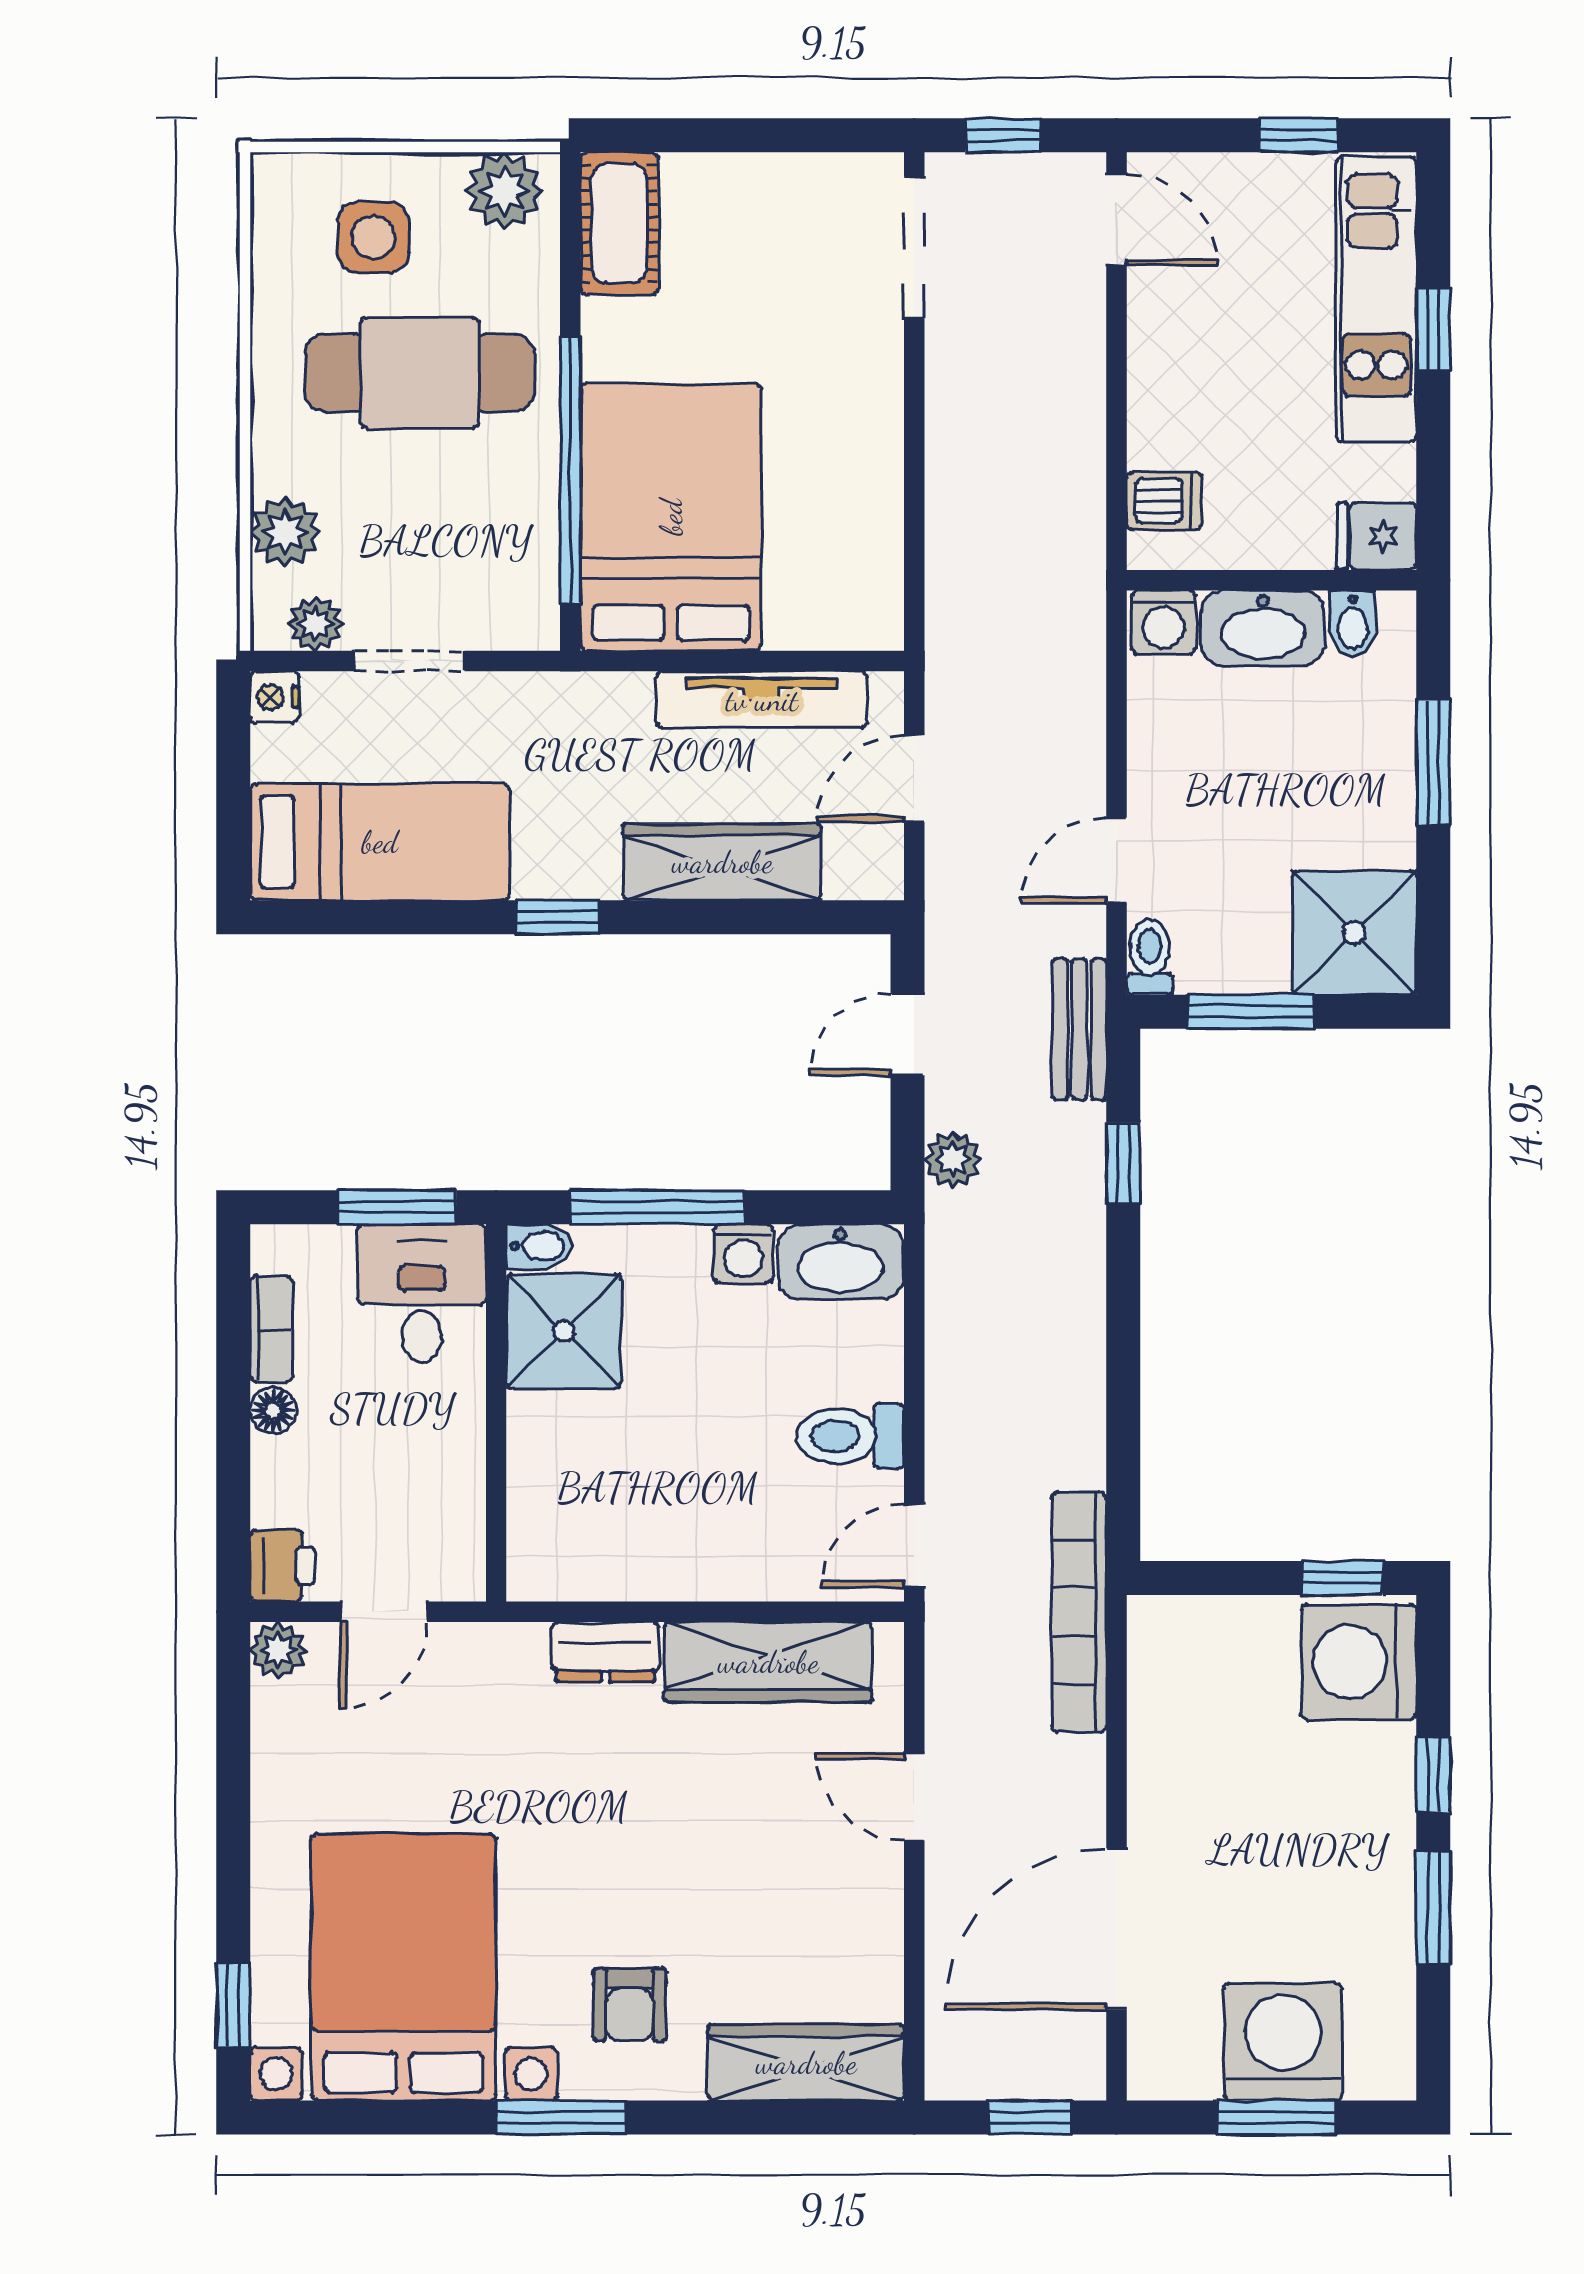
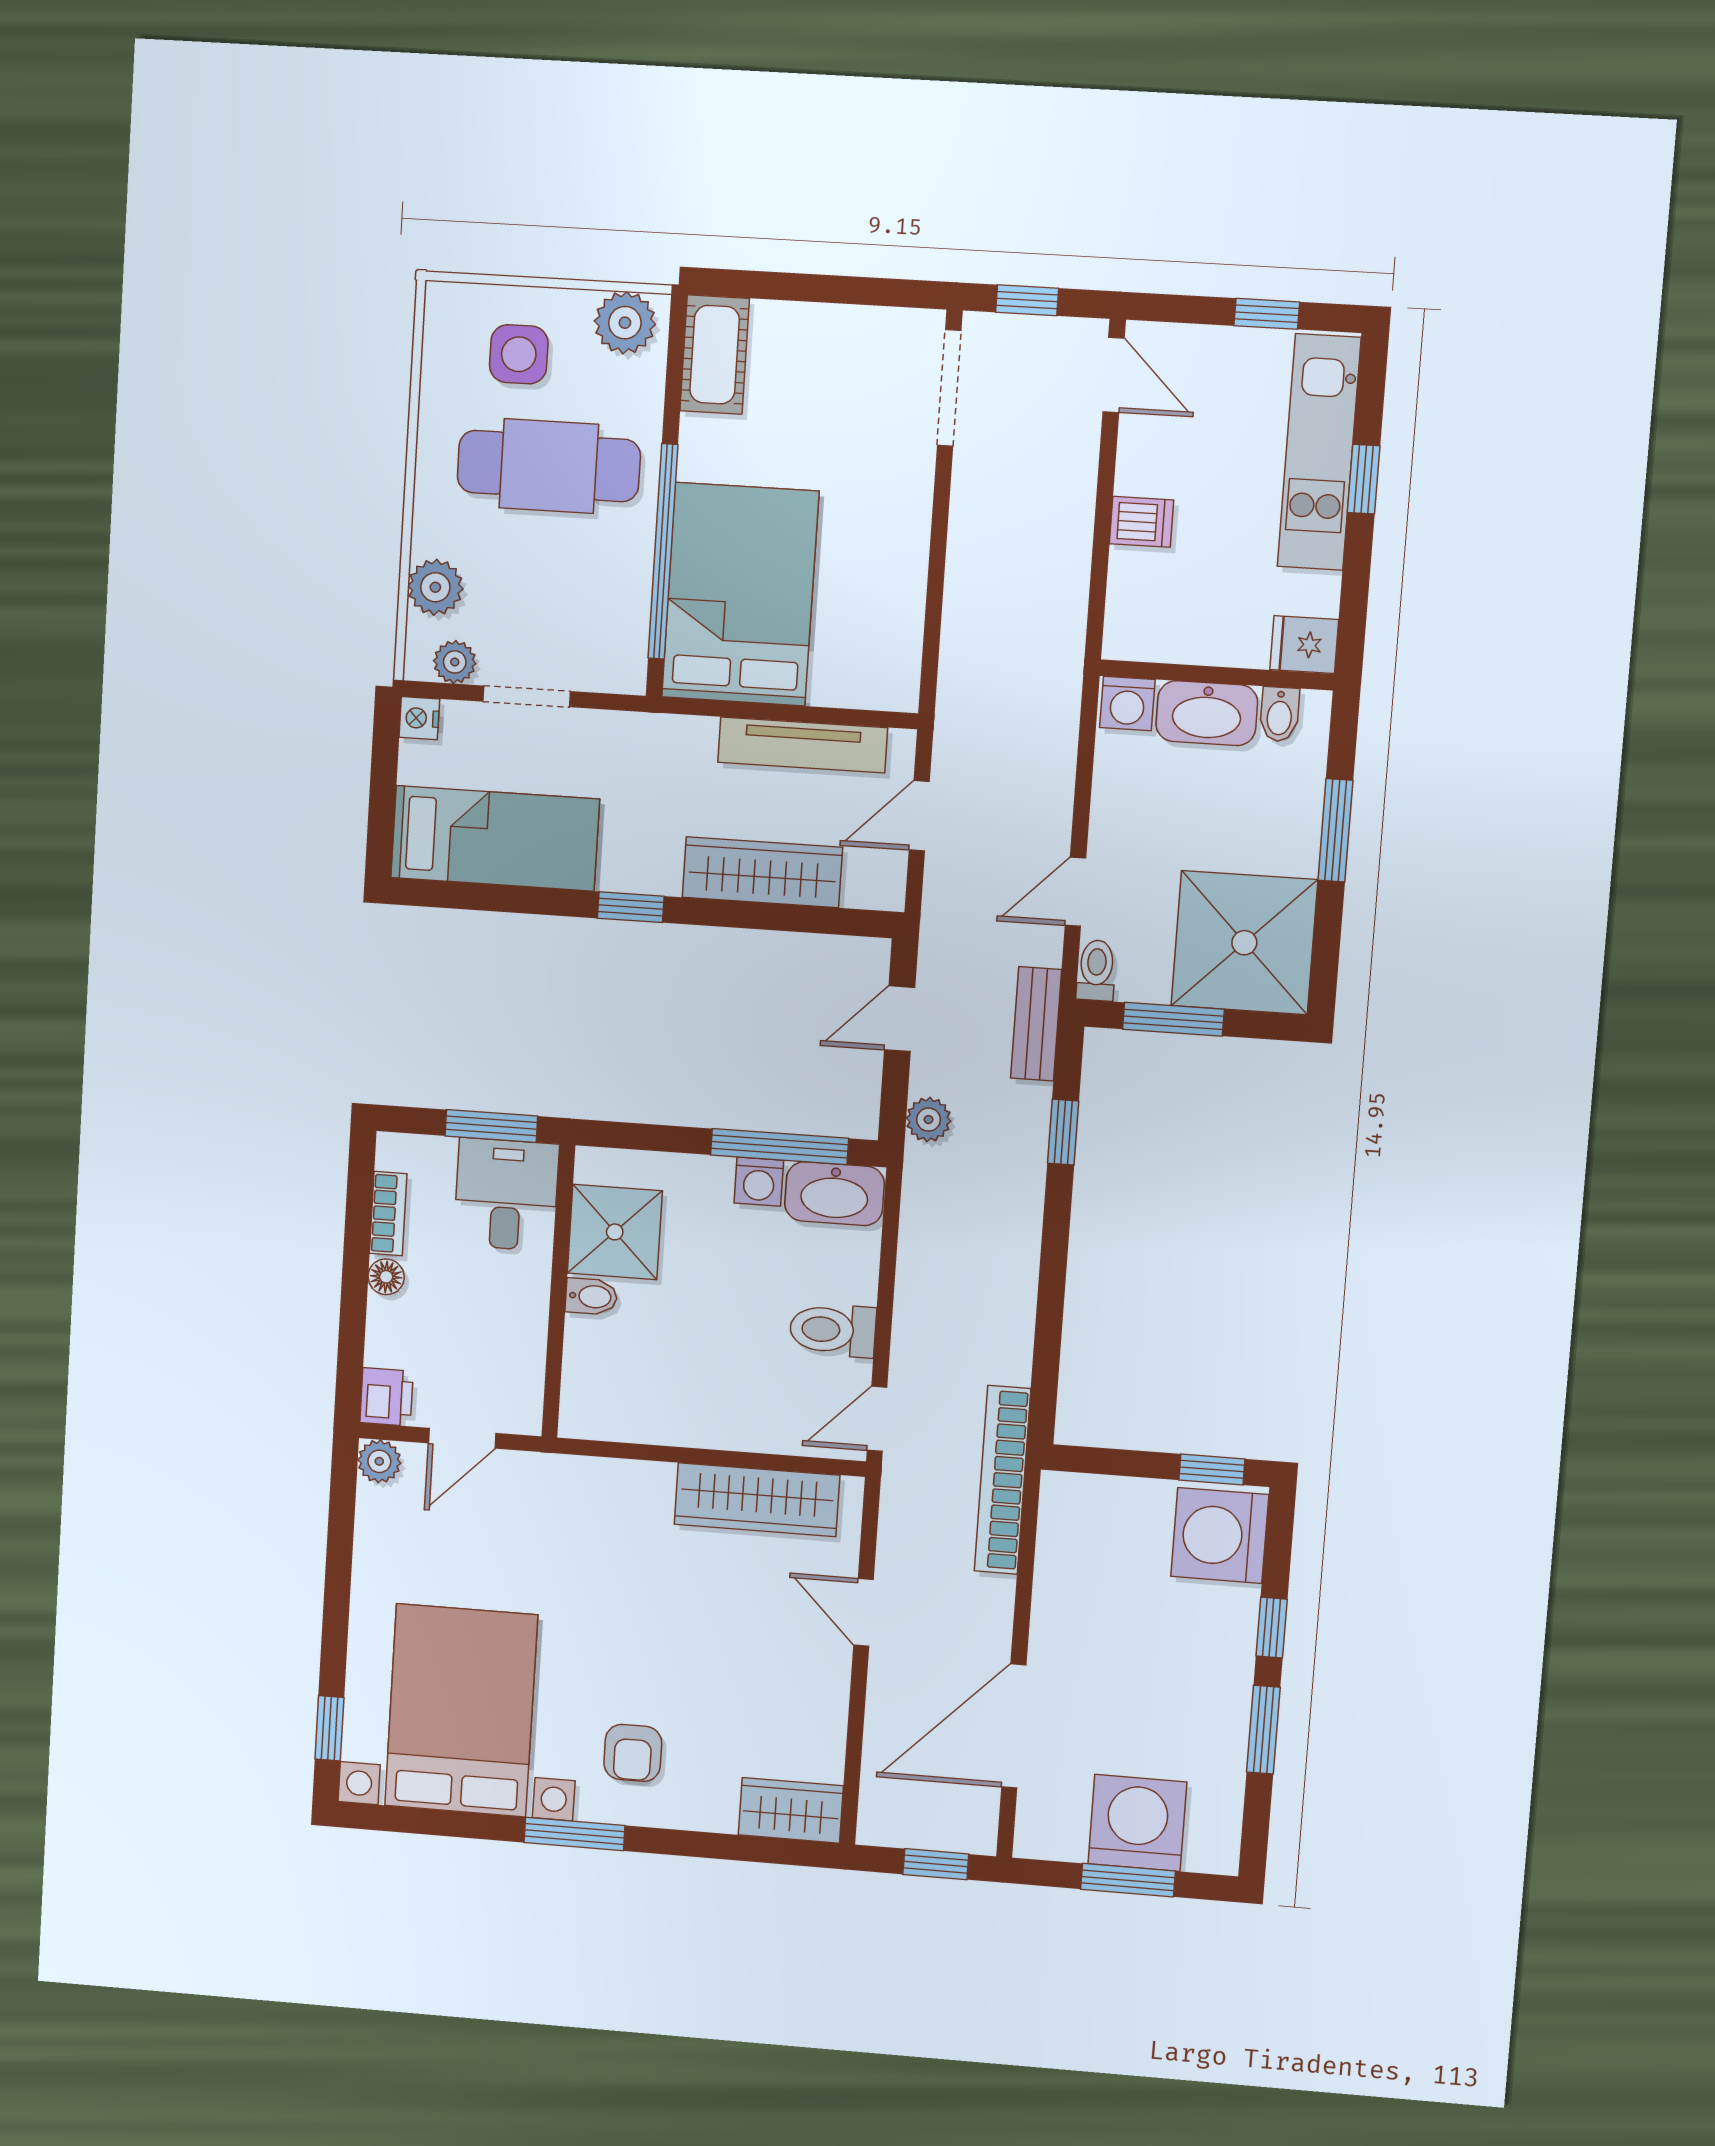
dishwasher: (1164, 501) -> (1141, 522), moved
shower: (1354, 933) -> (1244, 943), width x1.37, depth x1.37
window: (657, 1207) -> (780, 1147), moved
bidet: (539, 1246) -> (591, 1297), moved
dresser: (605, 1652) -> (631, 1482), removed
wardrobe: (806, 2063) -> (791, 1810), width x0.67

